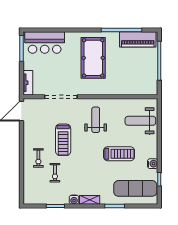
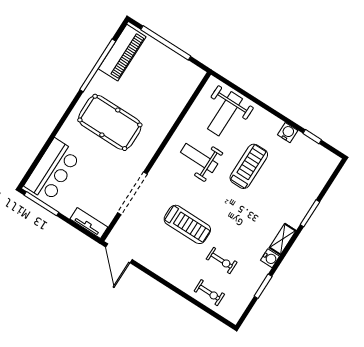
weight bench: (96, 120) -> (199, 158), moved
exercise bike: (38, 158) -> (209, 293), moved
exercise mat: (135, 188) -> (305, 174), removed

